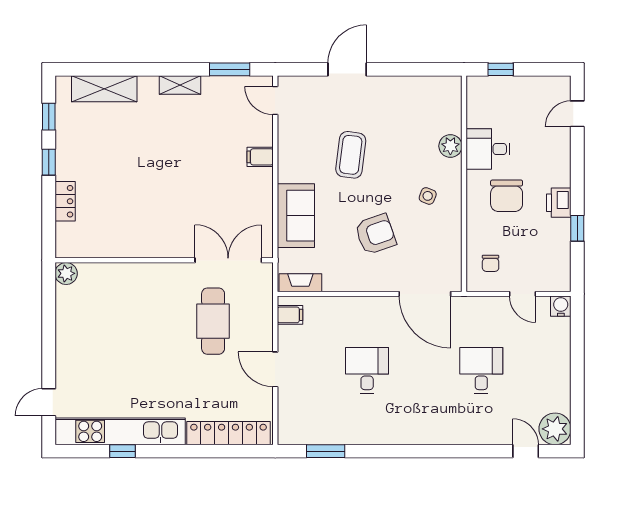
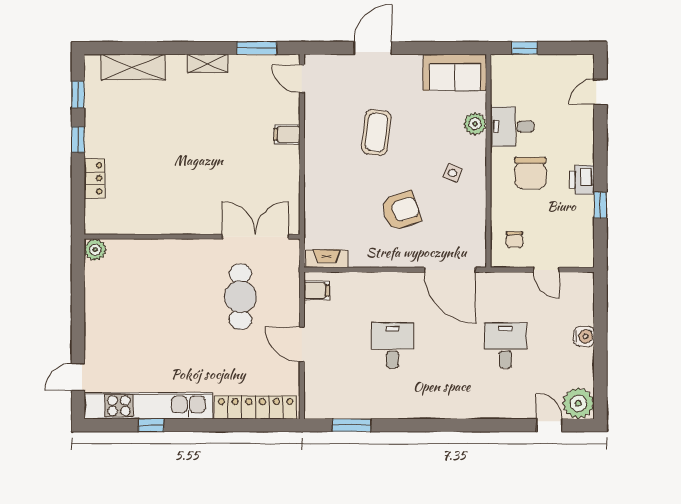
sofa: (296, 216) -> (455, 73), moved, turned 90
water cooler: (561, 306) -> (584, 336), moved, turned 90

